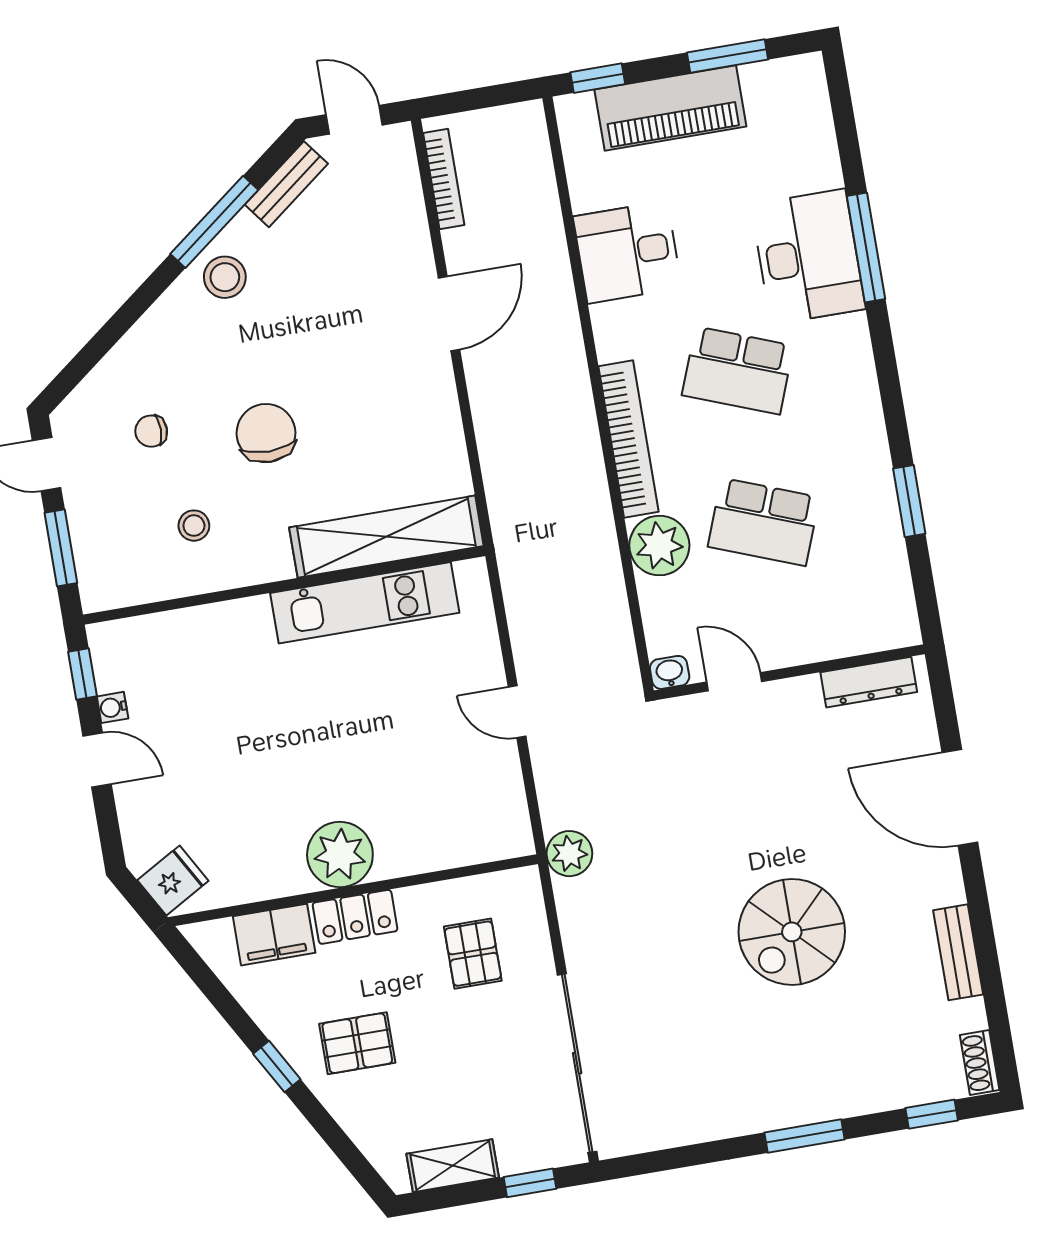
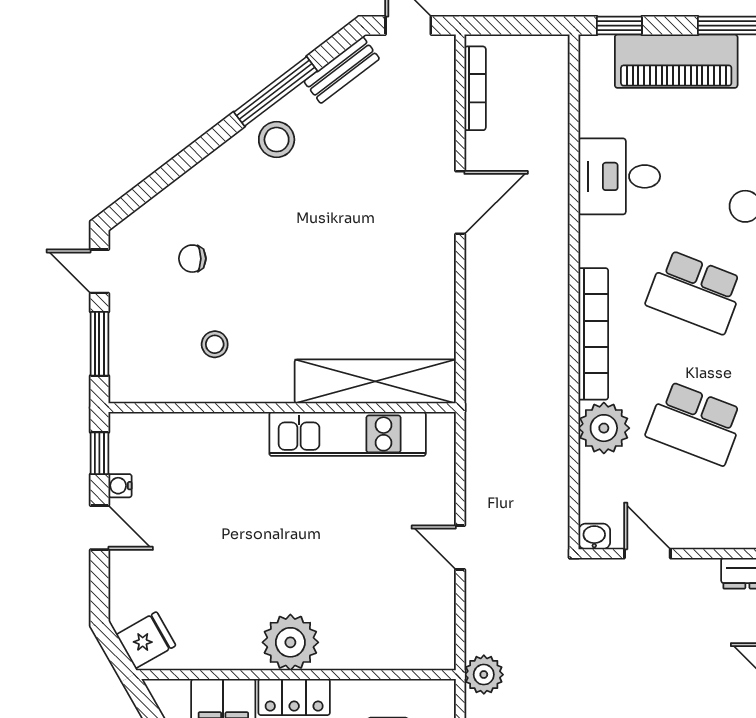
chair: (266, 433) -> (289, 277), removed

